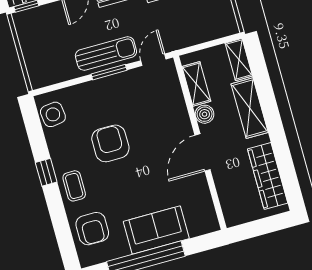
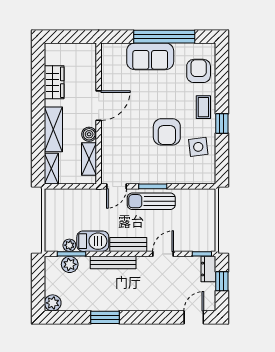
side table: (53, 114) -> (198, 147), moved
wardrobe: (268, 176) -> (54, 82), width x0.67

